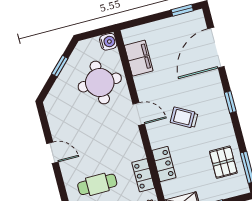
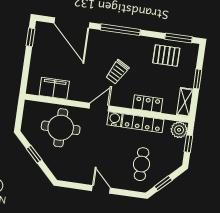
water cooler: (108, 42) -> (115, 119), moved
window: (230, 102) -> (120, 30), width x2.17
door: (52, 153) -> (101, 189), hinge flipped
locker: (143, 175) -> (143, 123), width x1.53

